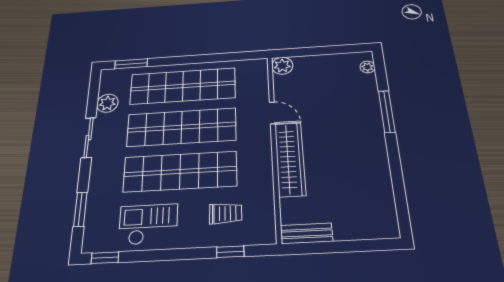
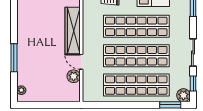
plant: (282, 66) -> (74, 76), moved
window: (93, 94) -> (193, 83), added
plant: (107, 103) -> (183, 95), moved

